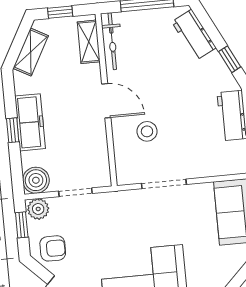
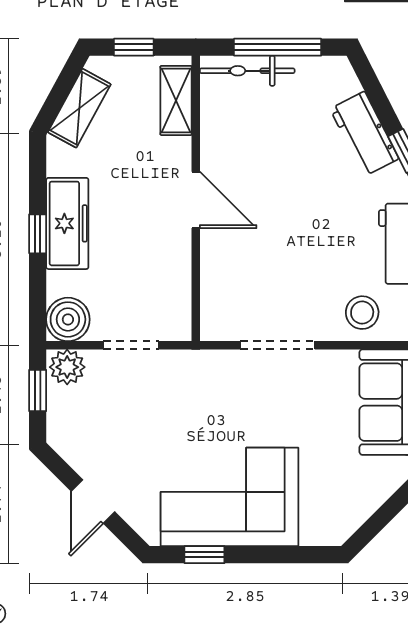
workbench: (194, 35) -> (364, 134), moved
bicycle: (112, 41) -> (247, 71), moved, turned 90
stool: (147, 131) -> (362, 313), moved
armchair: (53, 248) -> (85, 434), removed

